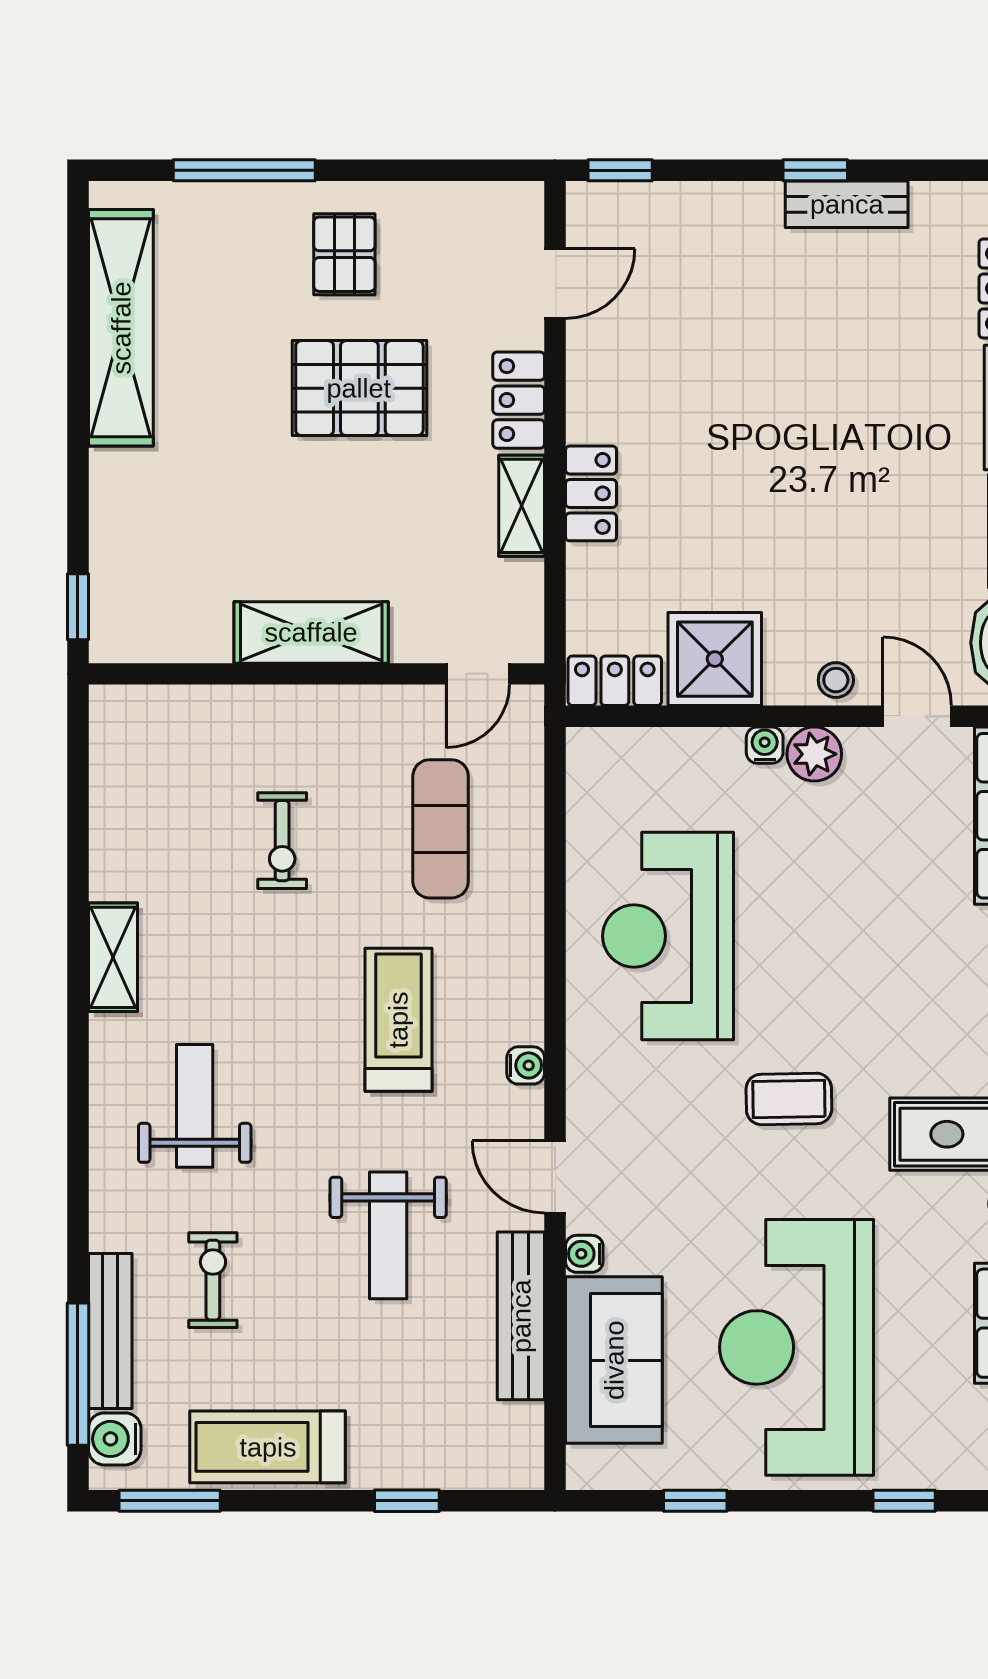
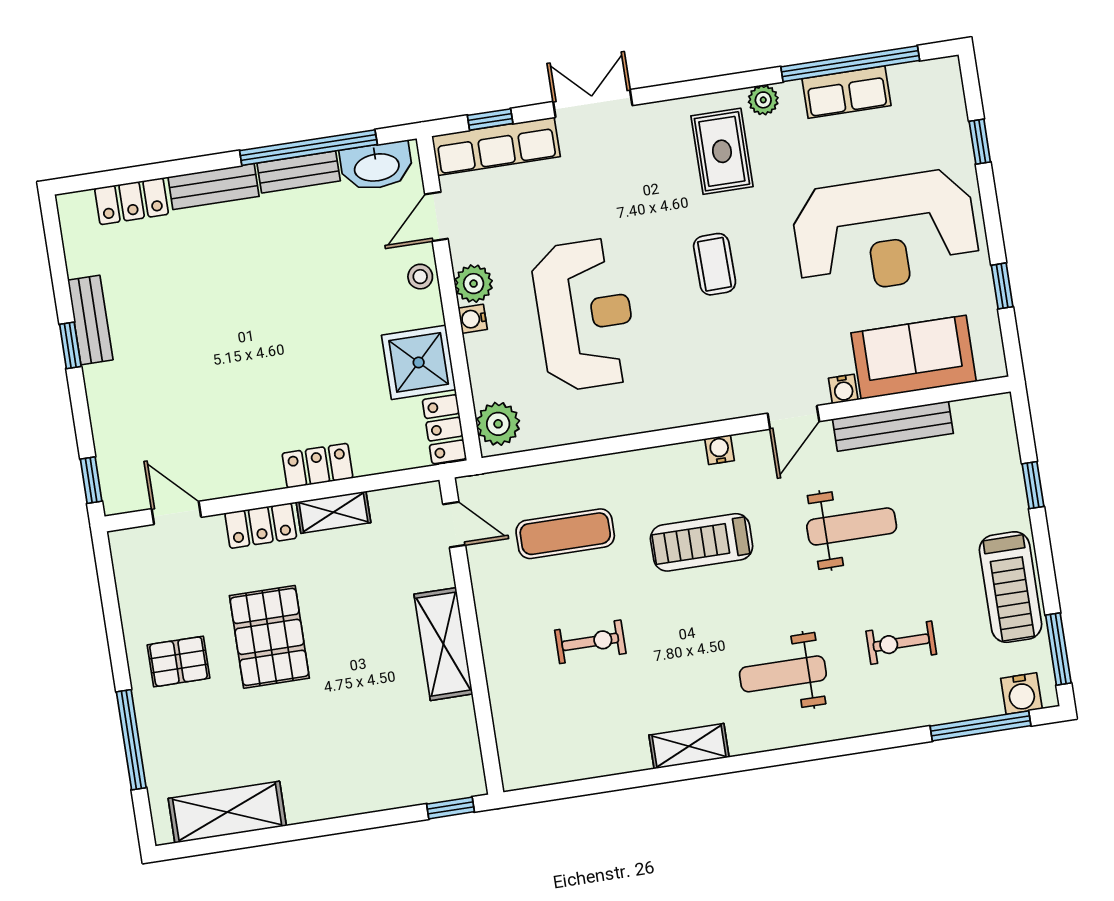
shelving: (121, 328) -> (227, 812), width x0.68
plant: (611, 758) -> (498, 424), added
reception desk: (668, 936) -> (585, 315), moved, turned -90
bench: (110, 1331) -> (947, 708), removed

